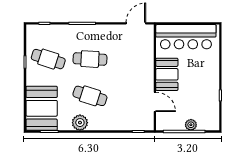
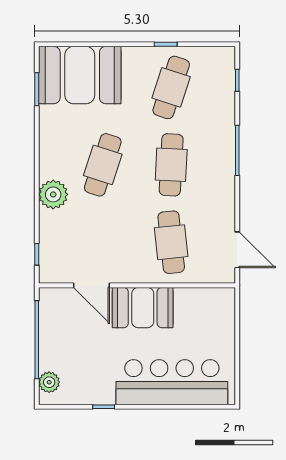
bar counter: (186, 37) -> (172, 382), moved, turned 90
cafe table: (132, 59) -> (171, 242), added
door: (155, 102) -> (92, 285), hinge flipped
plant: (80, 123) -> (53, 194), moved
plant: (191, 125) -> (49, 382), moved

